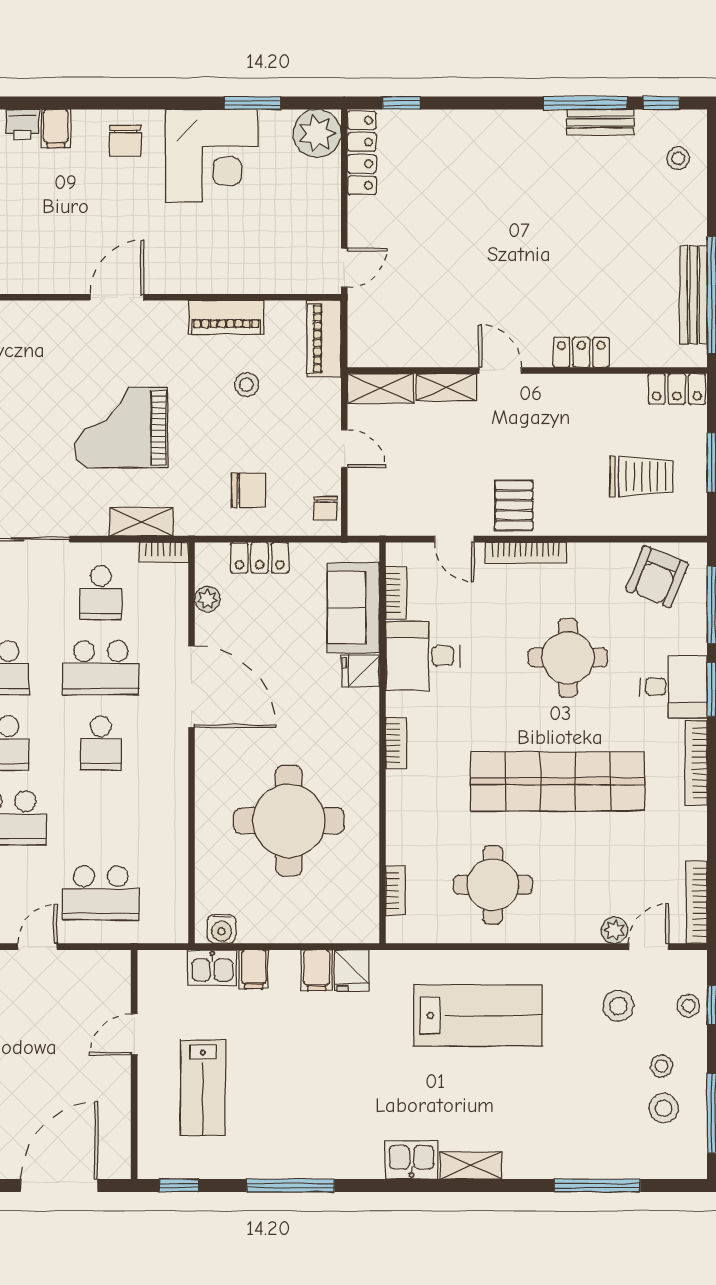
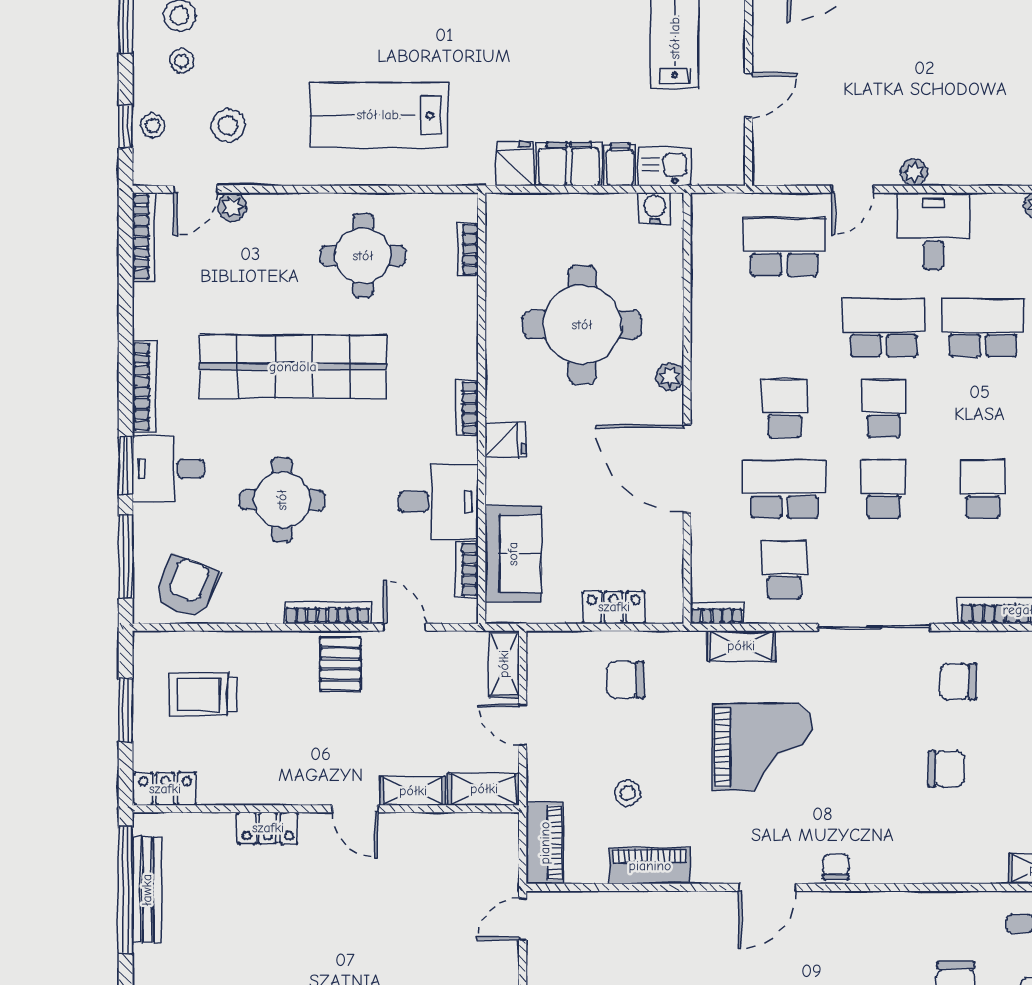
shelving: (361, 505) -> (504, 664), added
chair: (326, 508) -> (836, 867), moved
plant: (207, 599) -> (670, 377), moved
fridge: (361, 671) -> (505, 440), moved
filing cabinet: (317, 970) -> (569, 164), width x2.00

